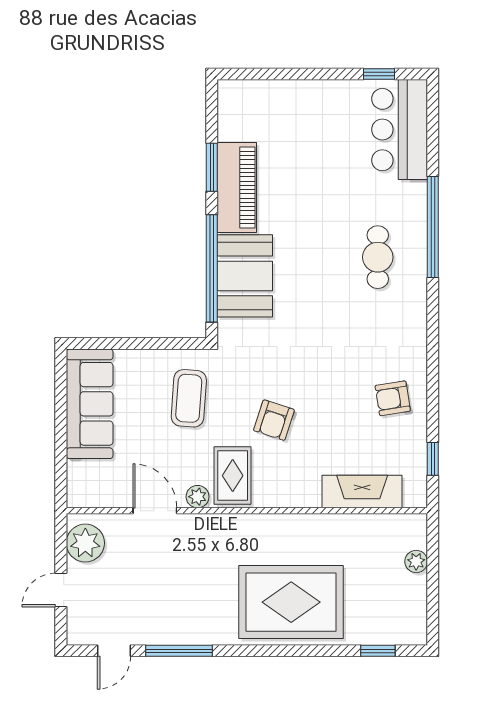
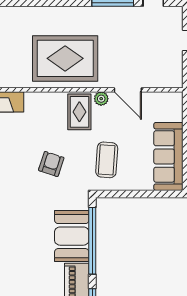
armchair: (274, 420) -> (51, 164), moved
plant: (85, 543) -> (171, 70), removed
rug: (291, 602) -> (65, 58), moved

